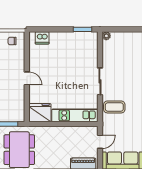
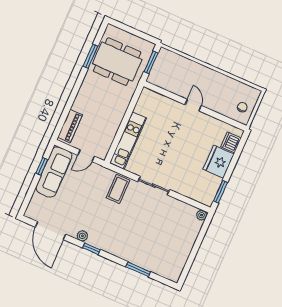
door: (27, 78) -> (193, 105), swing flipped
fridge: (40, 113) -> (219, 162), moved, turned 180
door: (100, 142) -> (86, 156), hinge flipped

